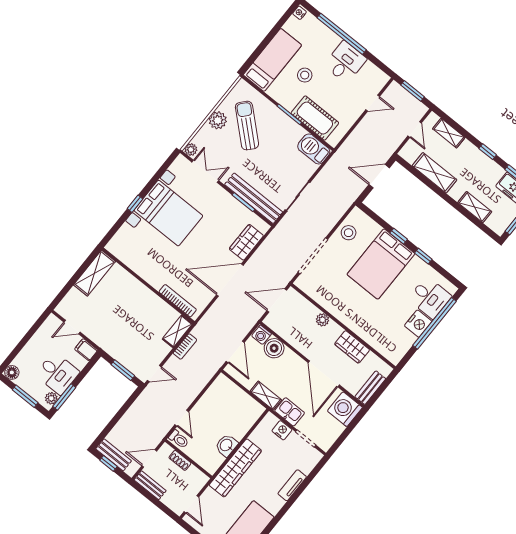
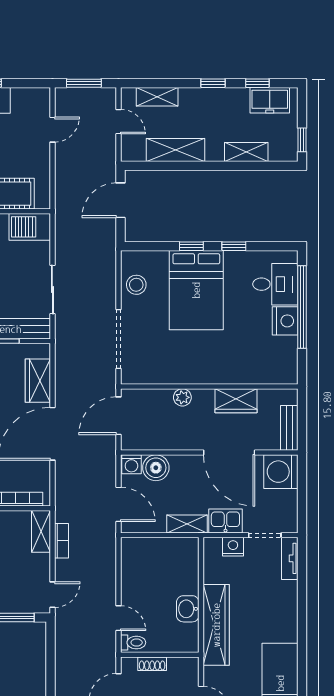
tv unit: (292, 485) -> (290, 558), moved

